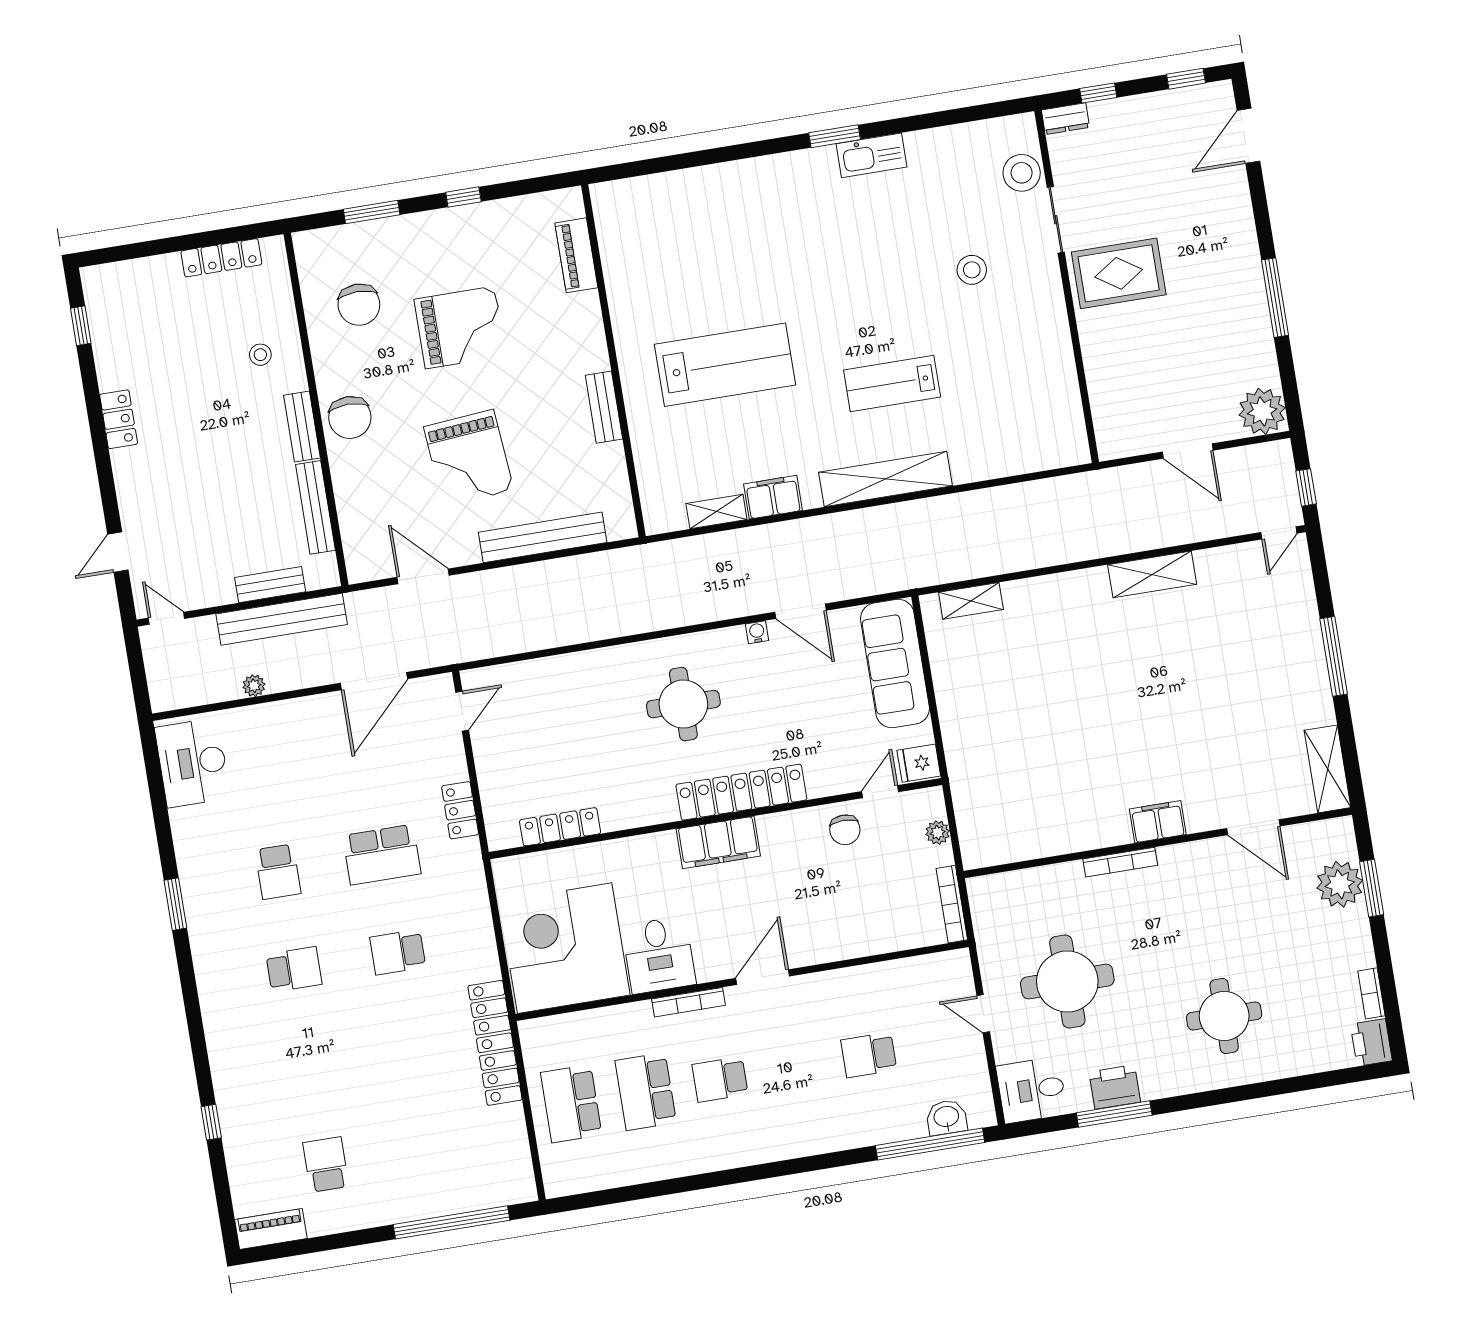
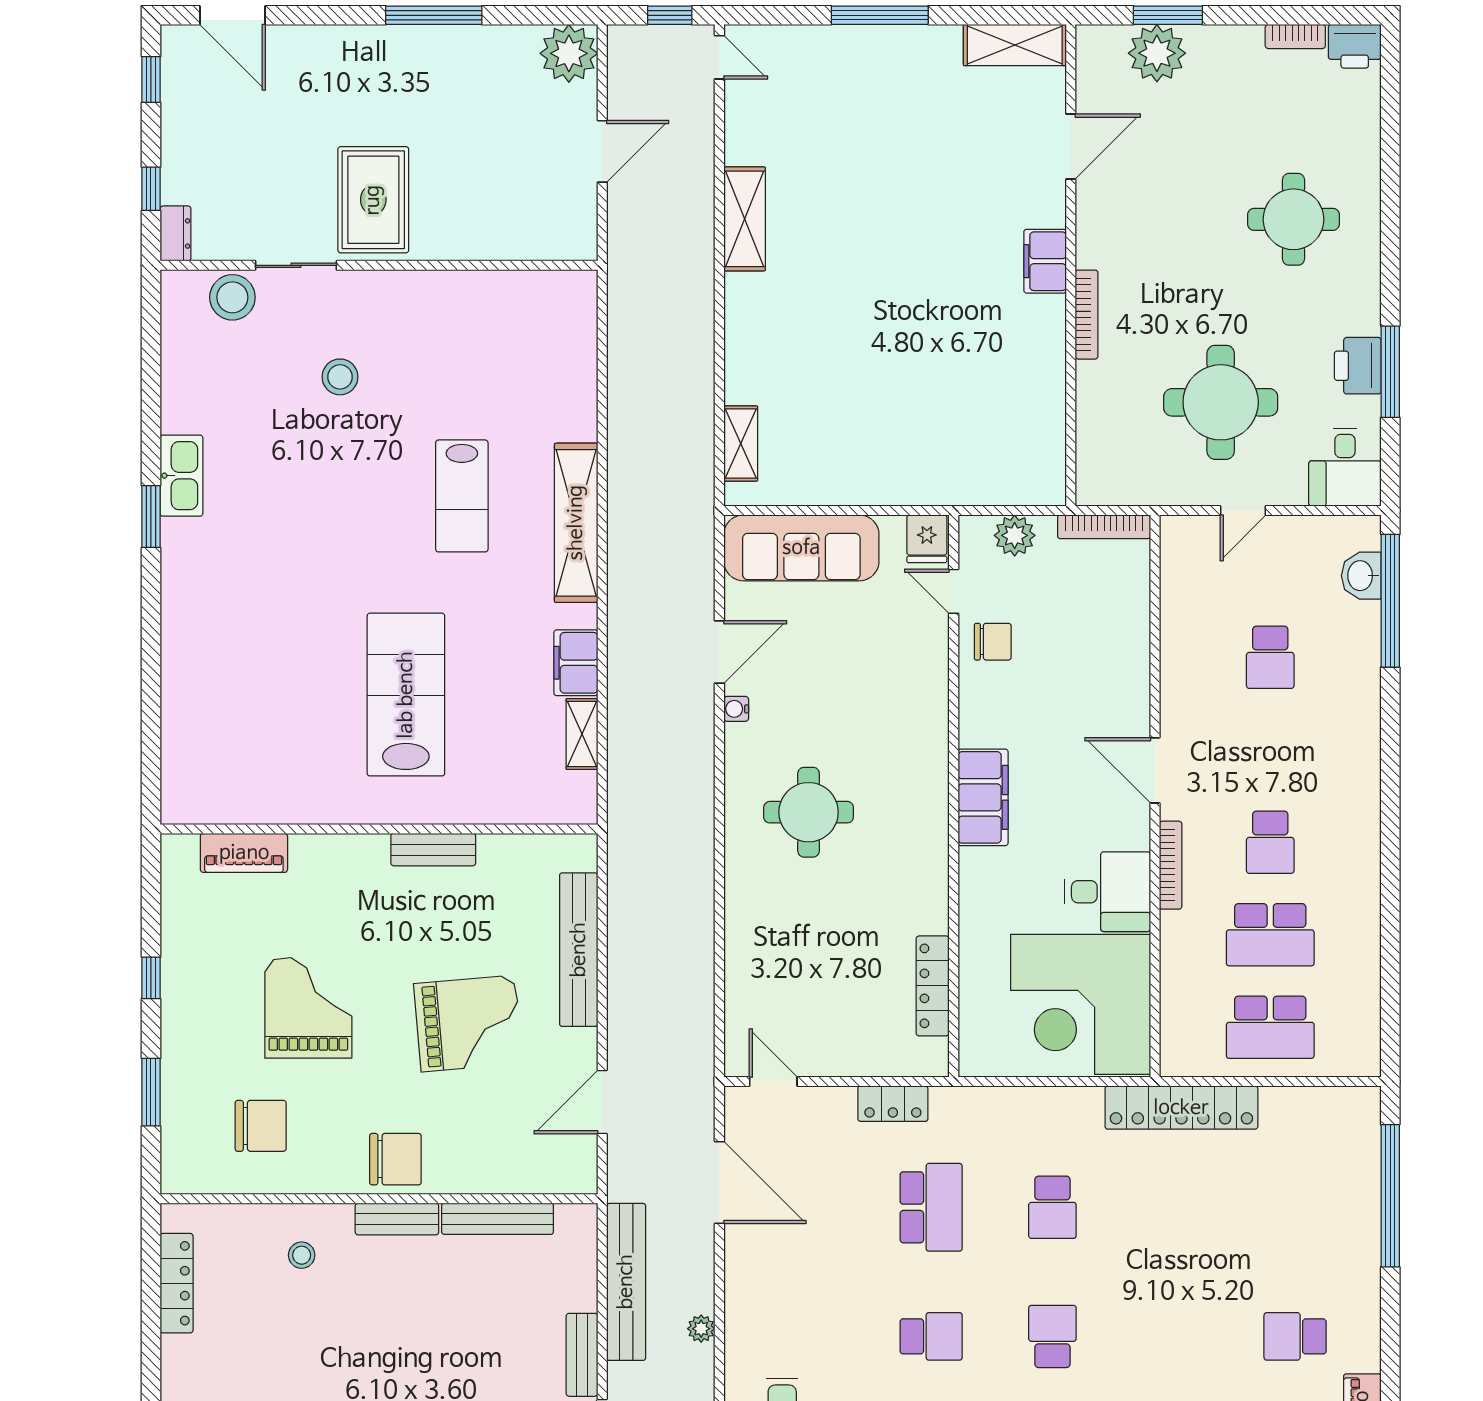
bench: (270, 585) -> (582, 1355), moved
locker: (741, 792) -> (927, 759), removed
plant: (938, 833) -> (1015, 535), width x1.38, depth x1.38

